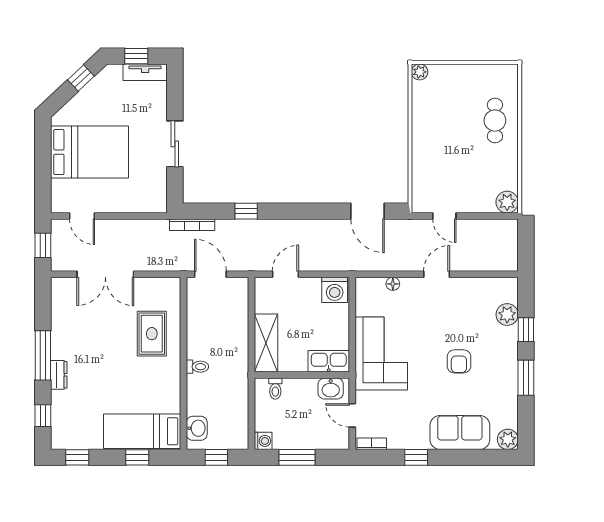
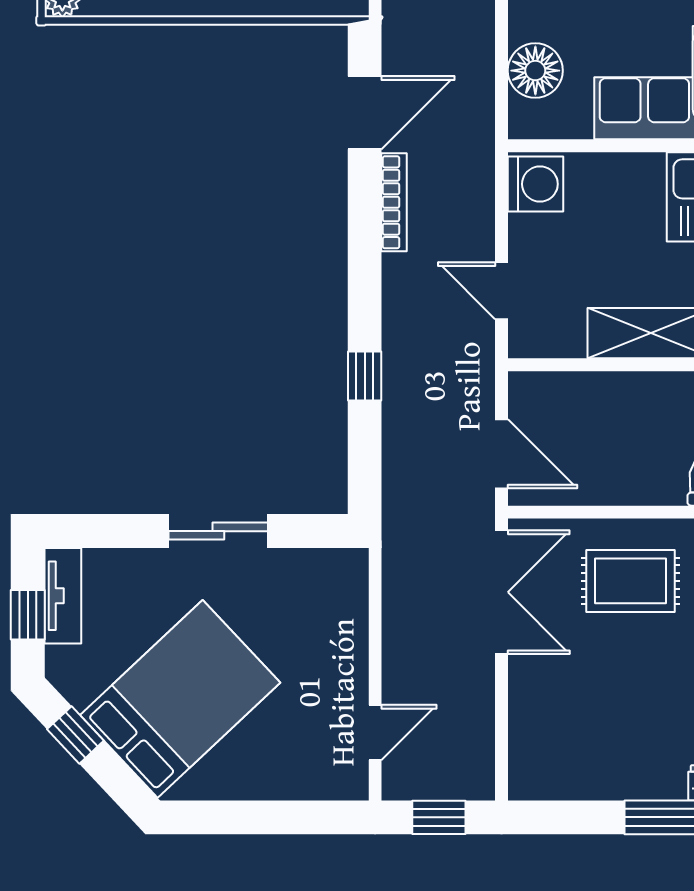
bed: (89, 152) -> (180, 699), moved, turned 47
bookcase: (192, 225) -> (394, 202), moved
double door: (105, 274) -> (501, 592), moved
door: (210, 274) -> (501, 454), swing flipped
floor lamp: (393, 284) -> (535, 71), width x1.89, depth x1.89

